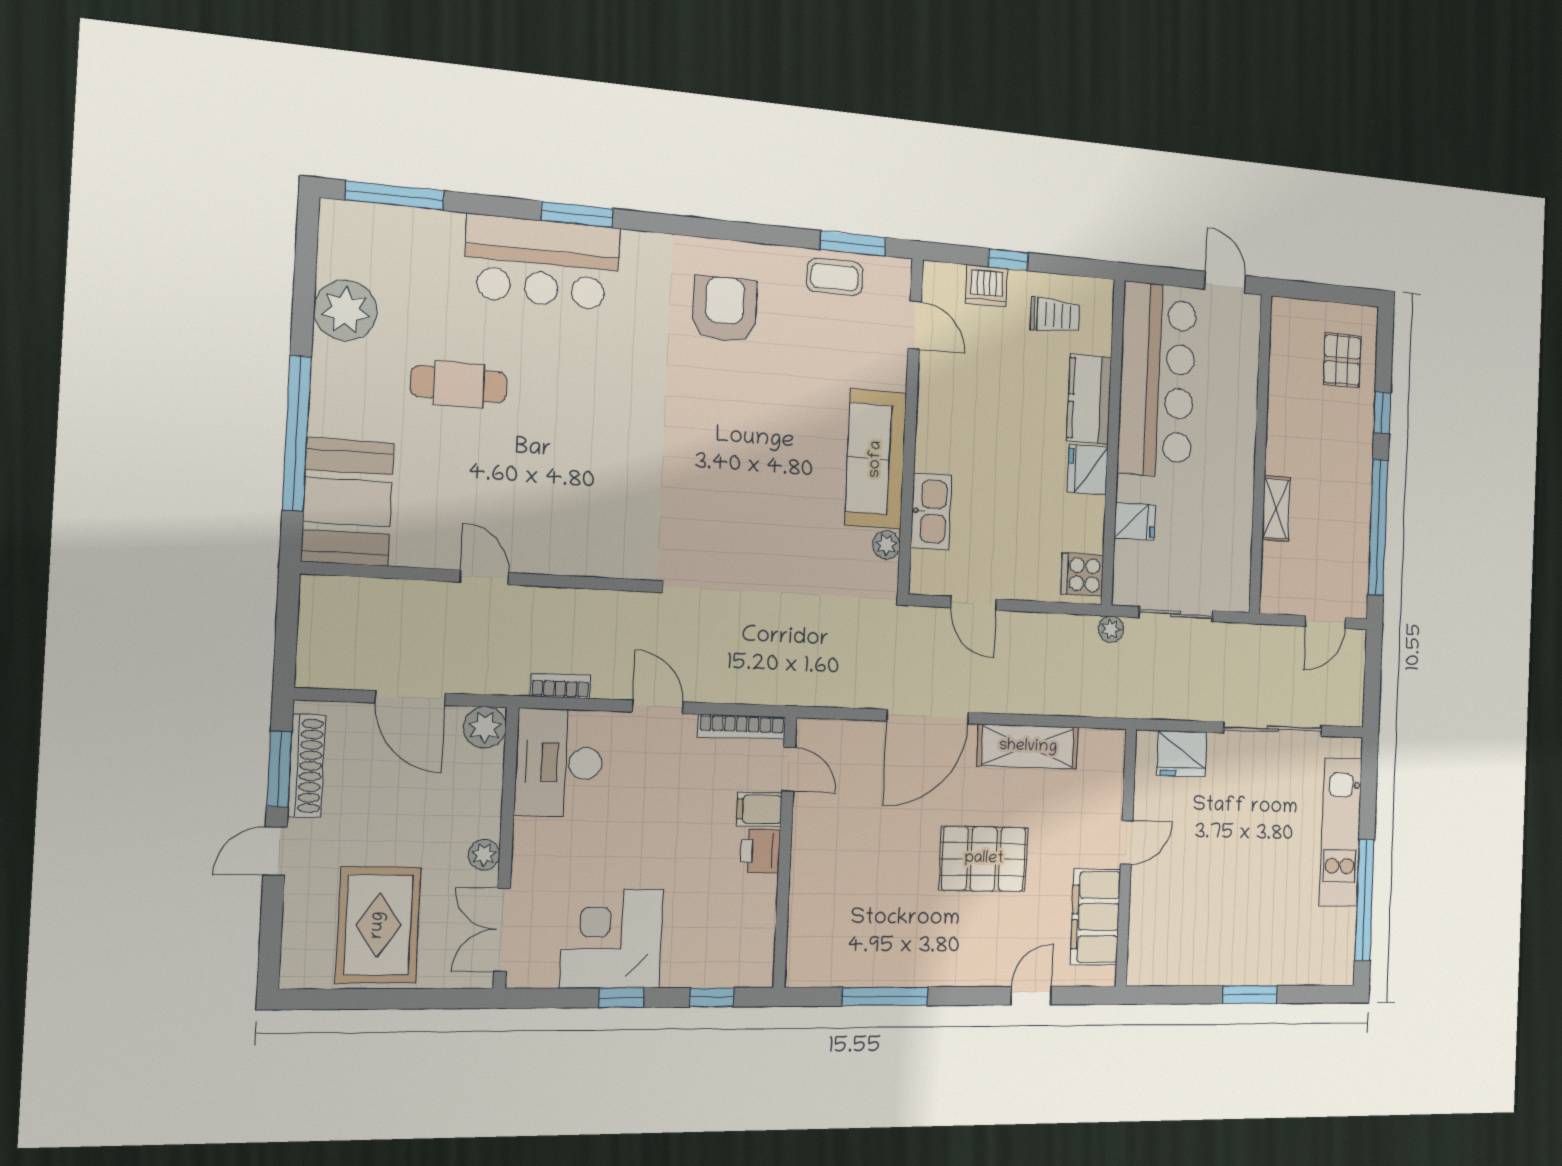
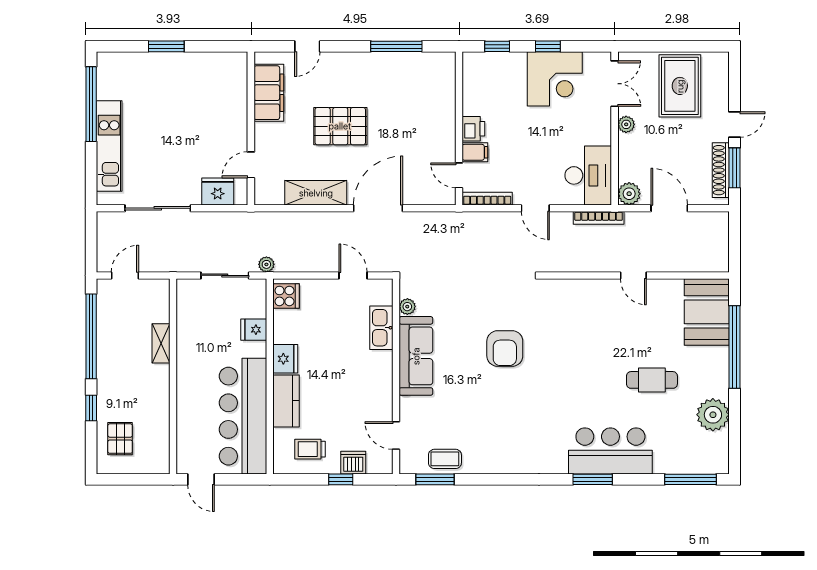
armchair: (724, 309) -> (505, 349), moved
bookcase: (560, 686) -> (599, 218), width x1.56
door: (1127, 842) -> (251, 165), moved

